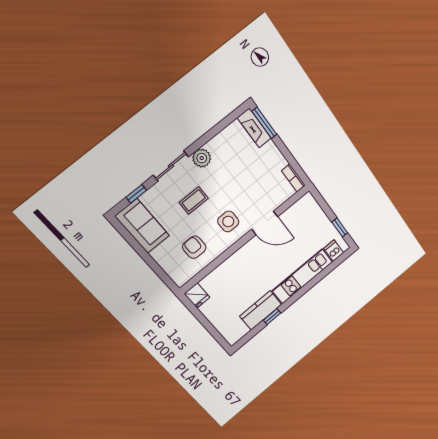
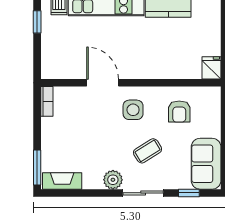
fireplace: (254, 128) -> (62, 181), moved, turned -90
coffee table: (194, 200) -> (148, 151), turned -32

